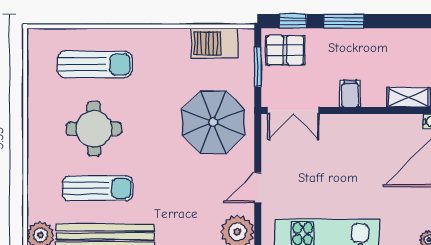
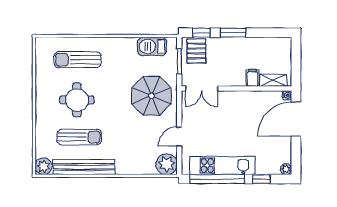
pallet: (285, 50) -> (196, 51), turned 90
sun lounger: (95, 64) -> (78, 60), turned 180
filing cabinet: (350, 94) -> (252, 78), moved

